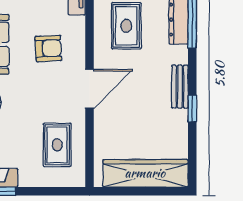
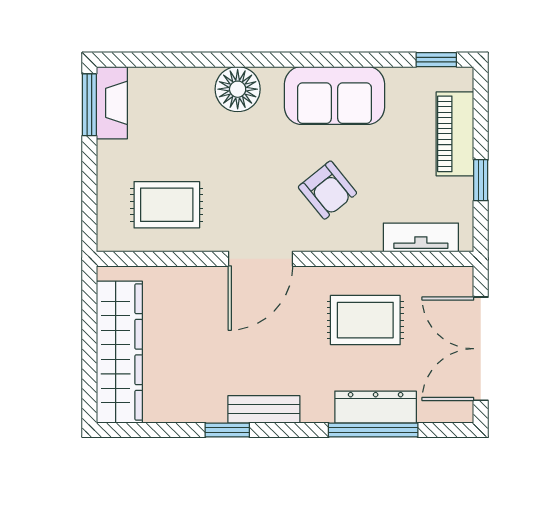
armchair: (48, 48) -> (327, 190), turned -36
door: (90, 89) -> (260, 259), hinge flipped

